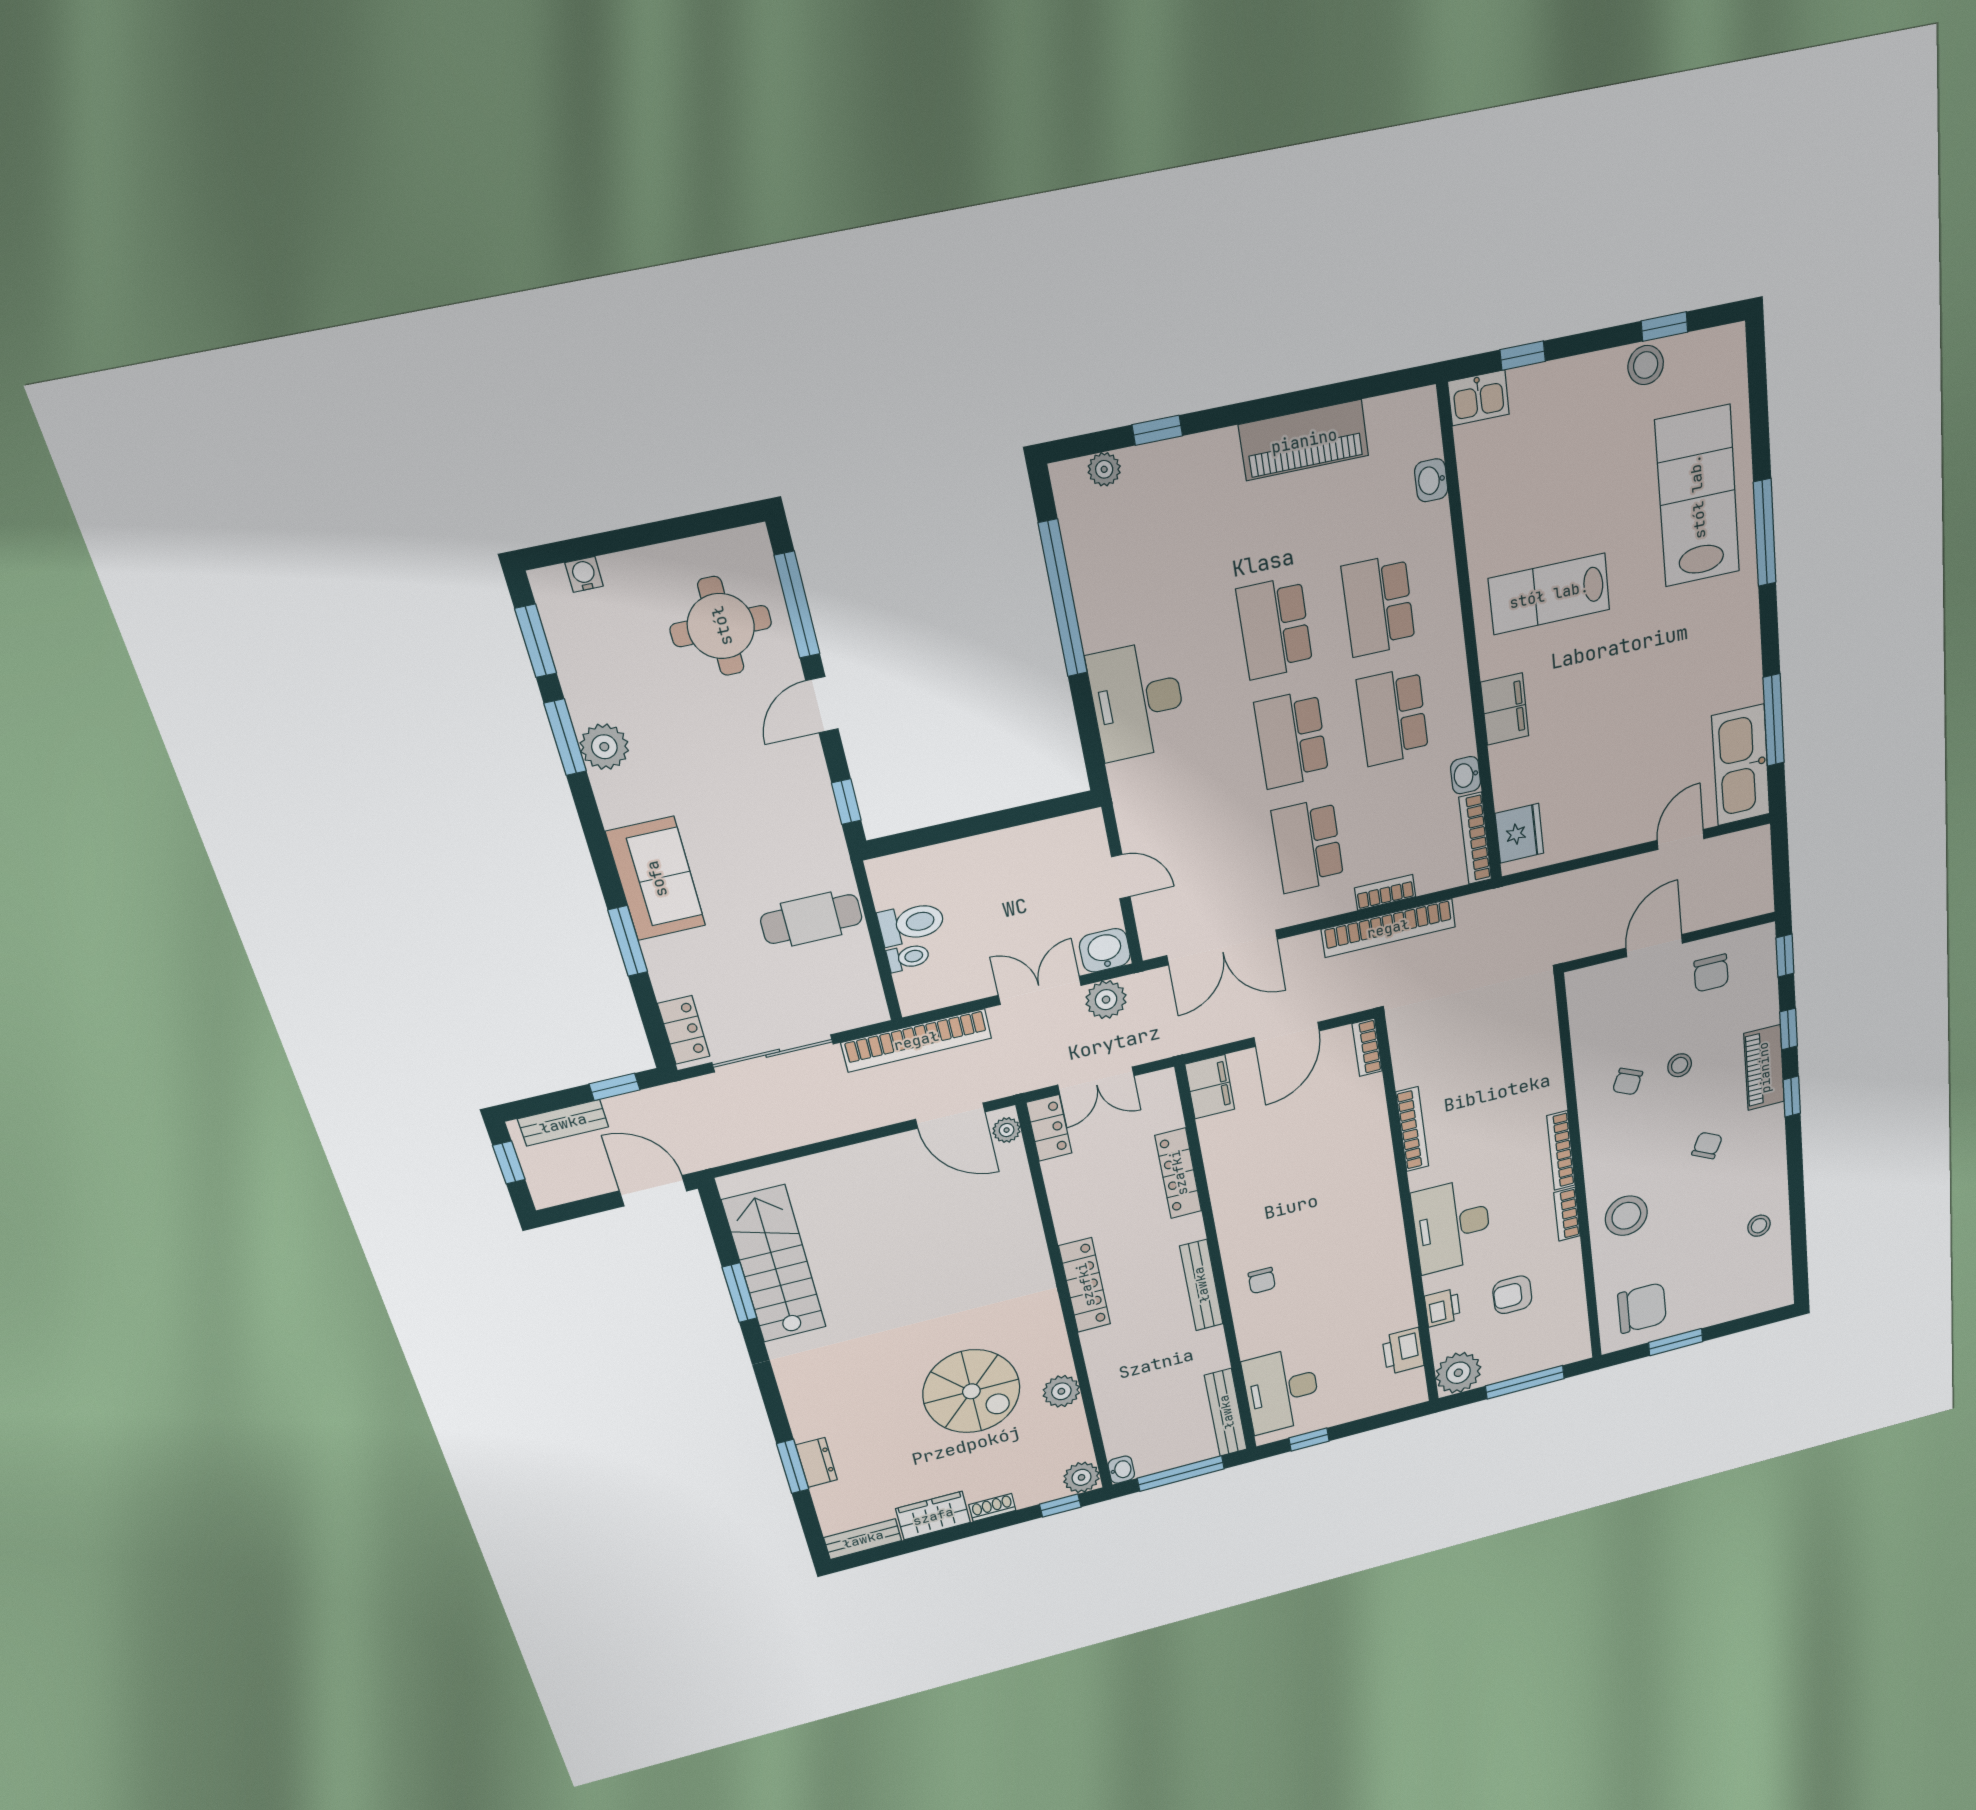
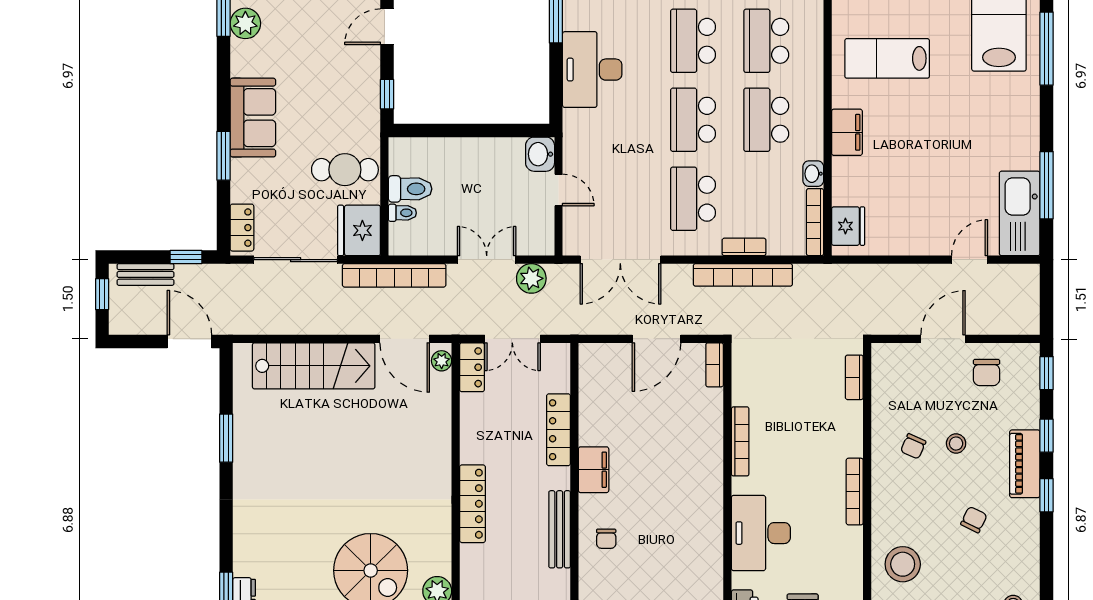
washbasin: (1105, 950) -> (540, 154), moved, turned -90
fridge: (853, 995) -> (359, 230), added
filing cabinet: (1210, 1087) -> (594, 470), moved
bookcase: (1567, 1214) -> (854, 377), moved
stairs: (774, 1264) -> (314, 366), moved, turned 90

